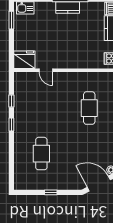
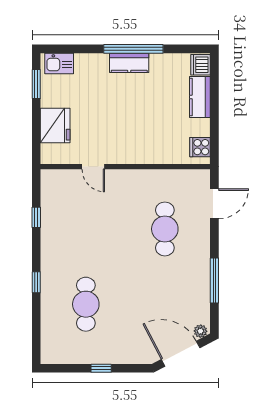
fridge: (24, 60) -> (55, 126), moved, turned 90
window: (11, 125) -> (36, 282), moved

